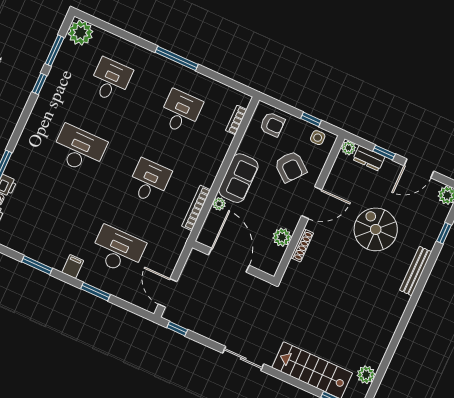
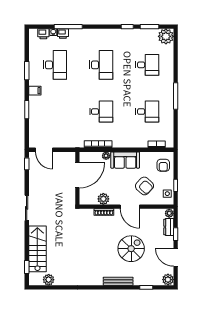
armchair: (291, 167) -> (144, 186), turned -86
desk: (118, 250) -> (55, 65), moved
door: (168, 293) -> (44, 150), swing flipped

